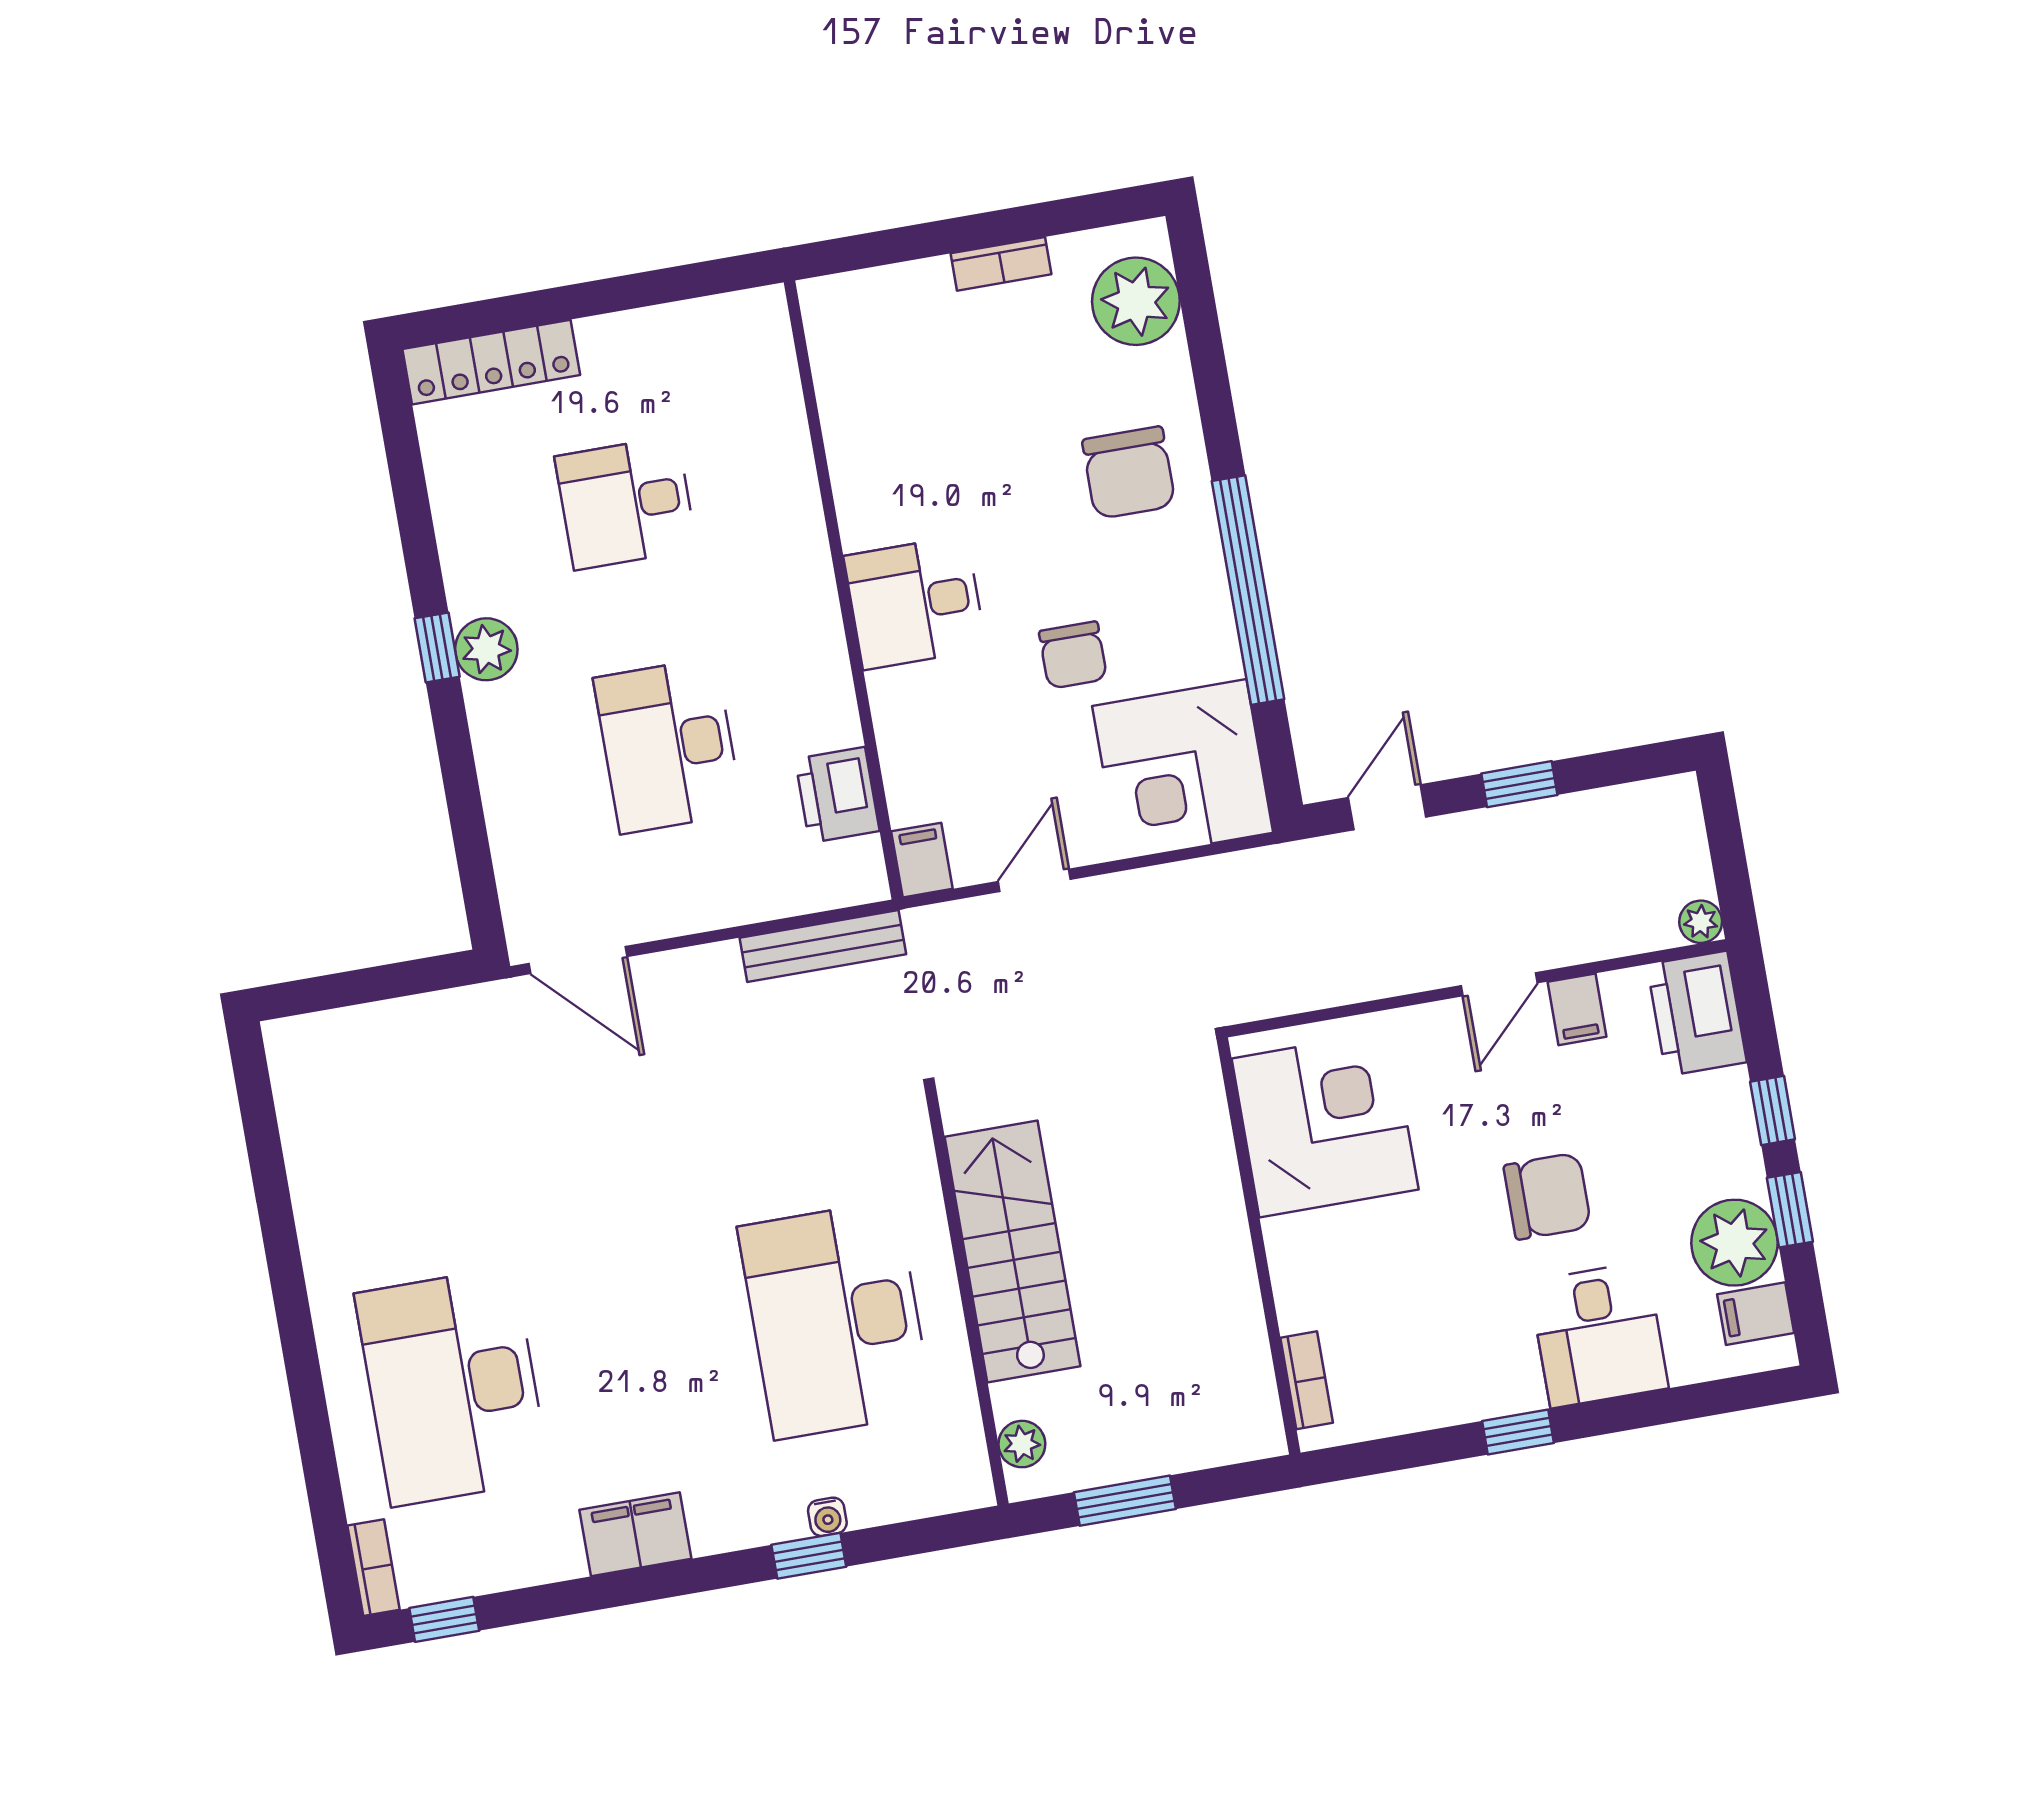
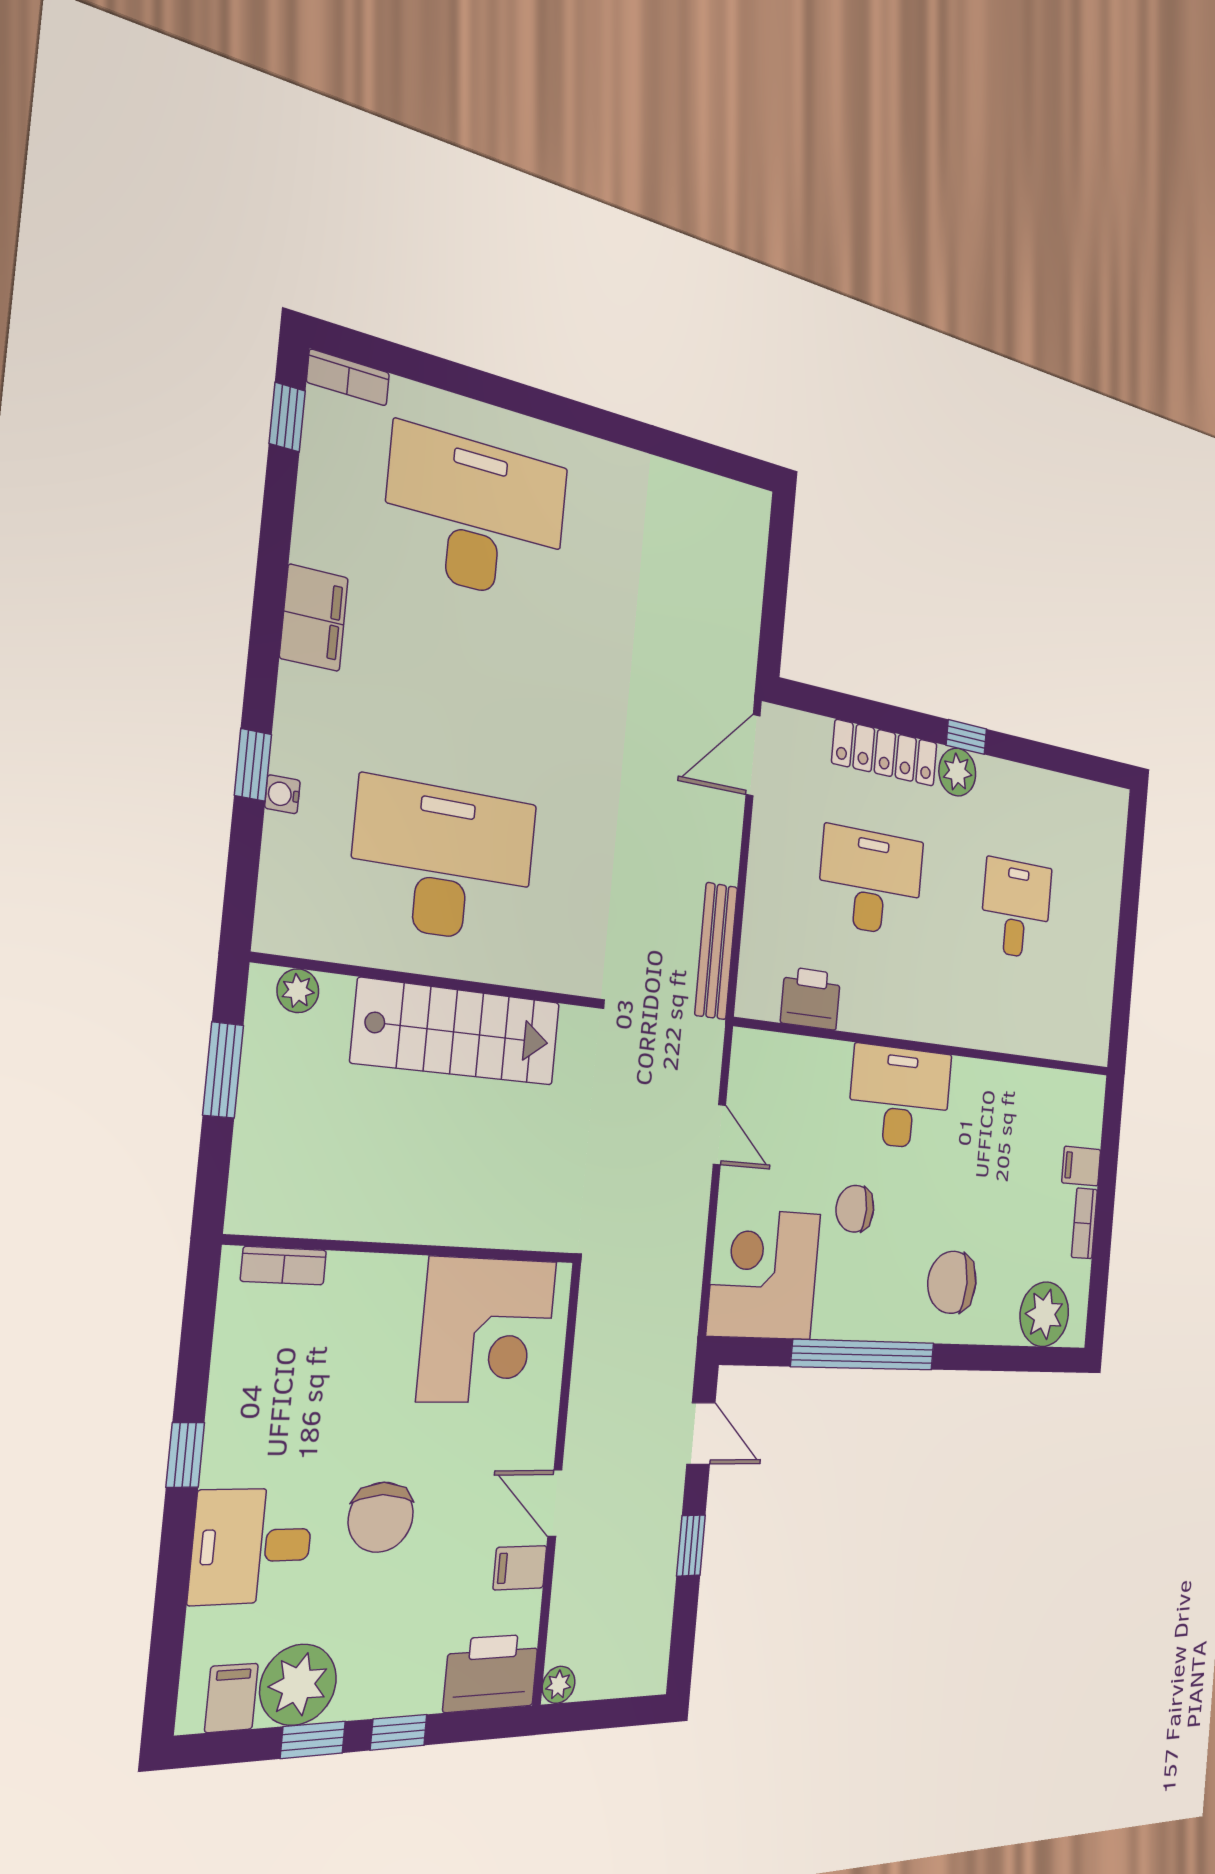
locker: (491, 362) -> (885, 753), moved, turned -90
desk: (915, 603) -> (900, 1097), width x1.37
filing cabinet: (922, 860) -> (1081, 1166), moved, turned 180

